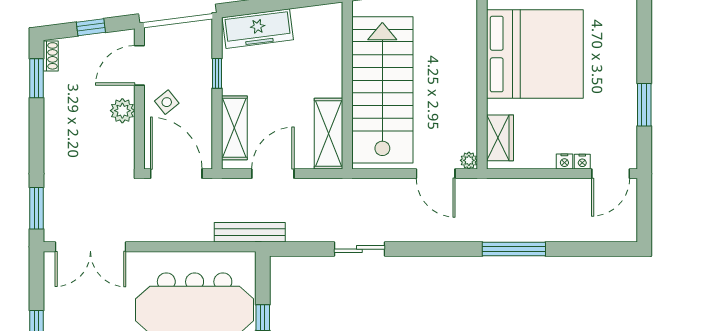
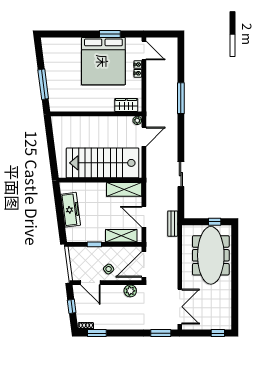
freezer: (258, 29) -> (71, 210), moved
bed: (535, 54) -> (103, 61), moved, turned 180
plant: (122, 111) -> (130, 291), moved
bench: (250, 232) -> (173, 224), width x0.73

